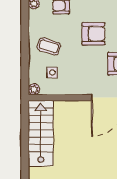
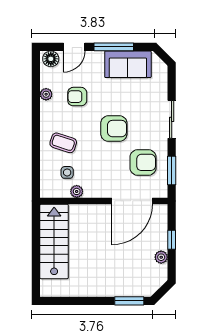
plant: (34, 89) -> (77, 191), moved

